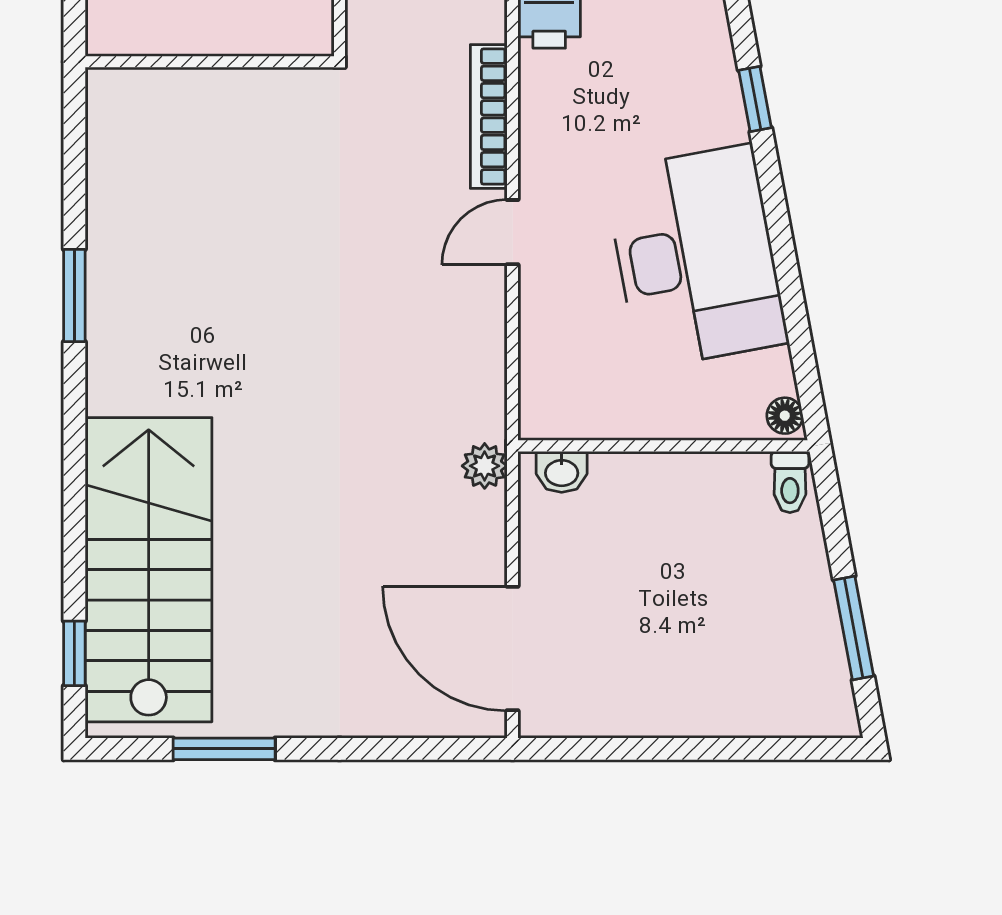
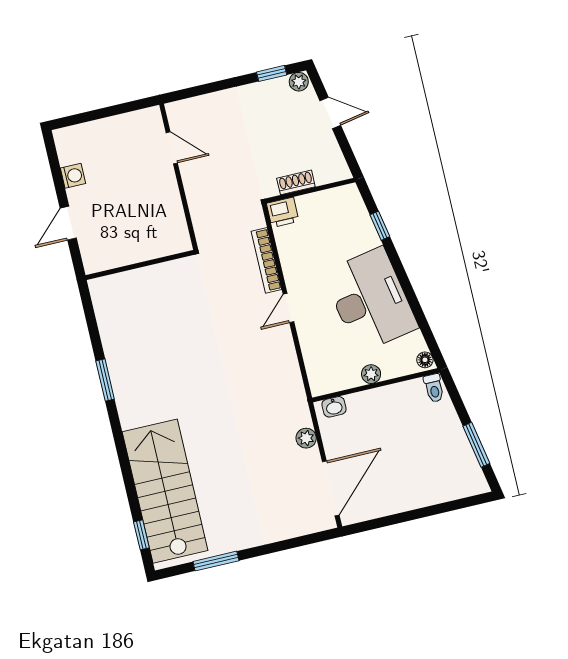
plant: (659, 419) -> (371, 374), added
plant: (485, 466) -> (306, 438), moved
door: (513, 649) -> (331, 488), swing flipped

